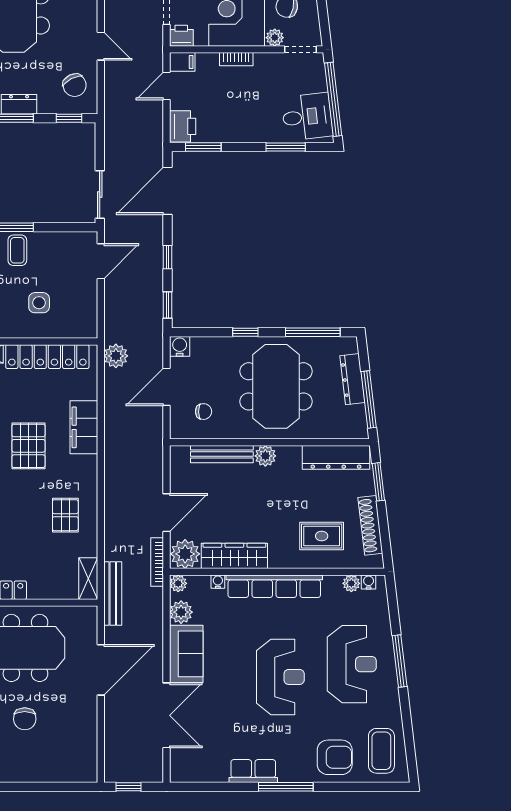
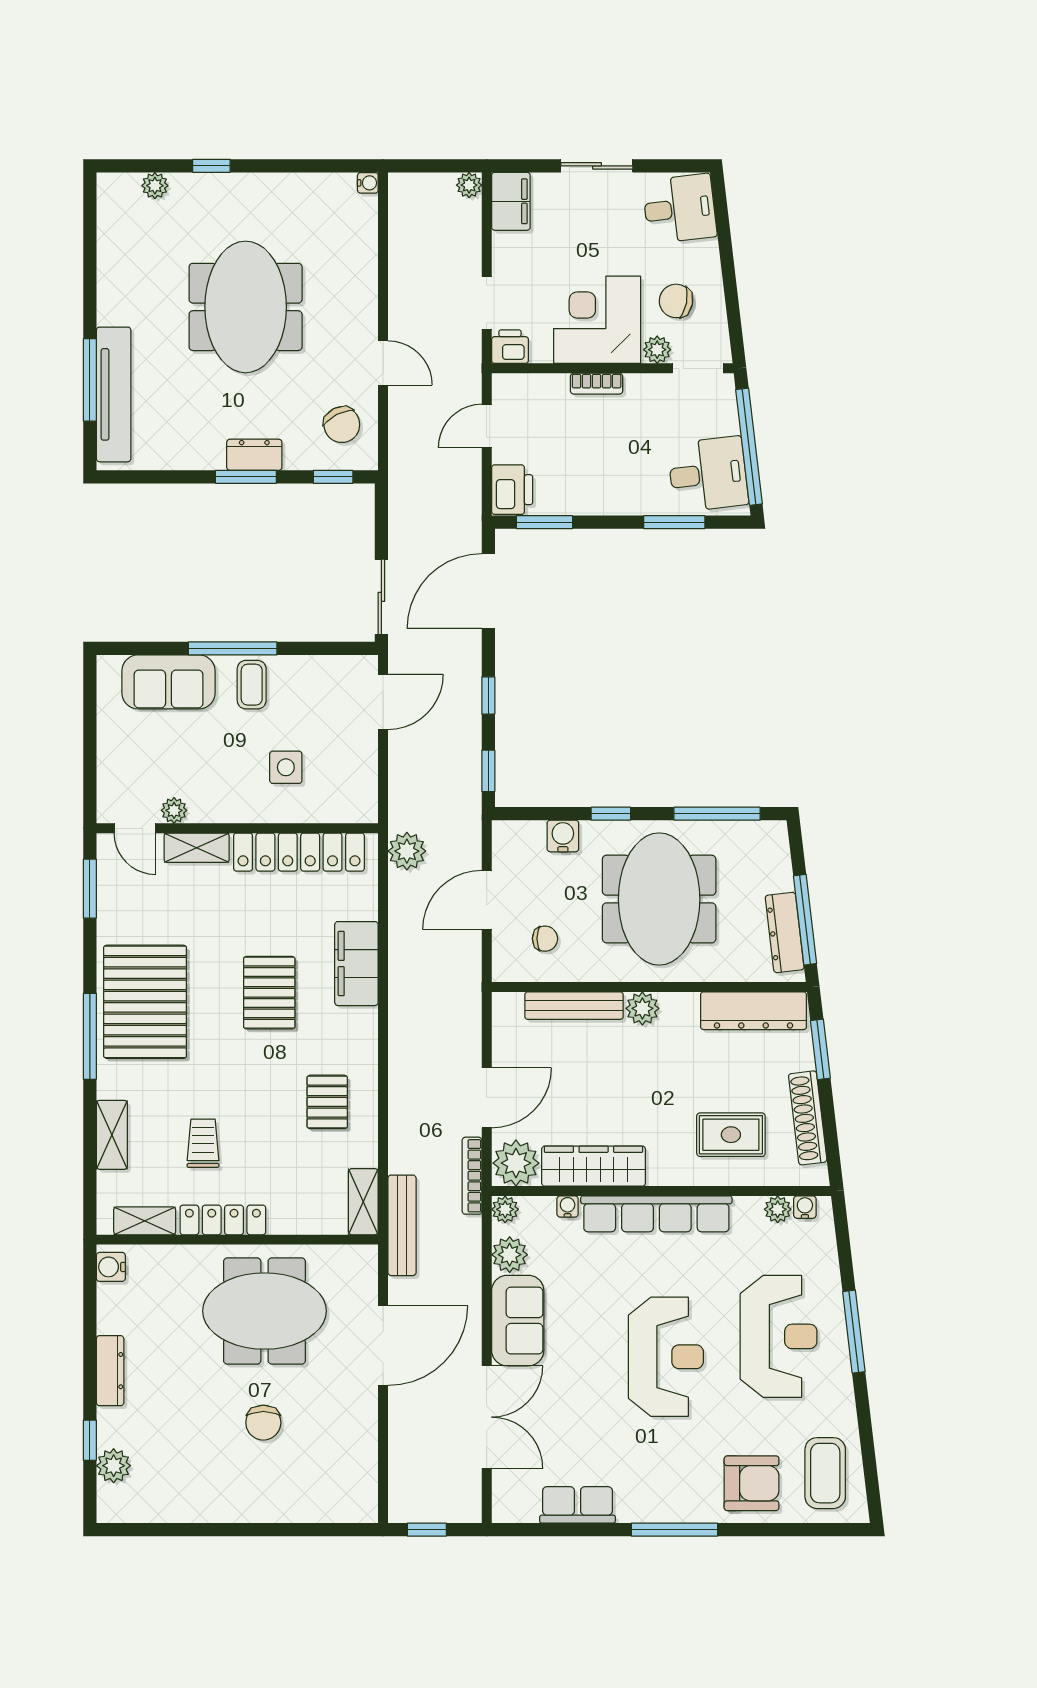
filing cabinet: (182, 62) -> (511, 388), removed
water cooler: (180, 346) -> (563, 836), moved
dresser: (352, 379) -> (785, 932), moved
row of seats: (253, 771) -> (577, 1505), moved

